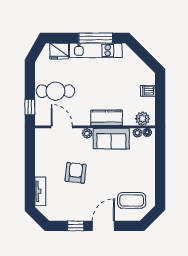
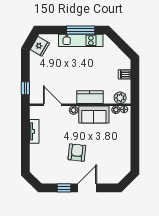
fridge: (59, 51) -> (40, 46), moved, turned -60
cafe table: (55, 91) -> (47, 75), removed
armchair: (76, 173) -> (77, 153), moved
tv unit: (40, 191) -> (34, 131), moved
coffee table: (132, 200) -> (111, 166), removed

